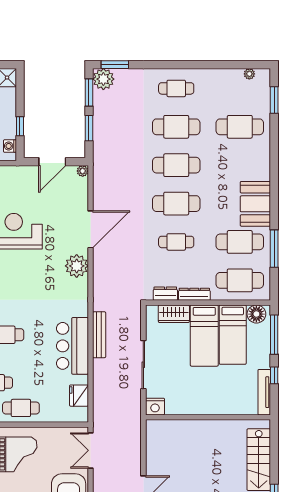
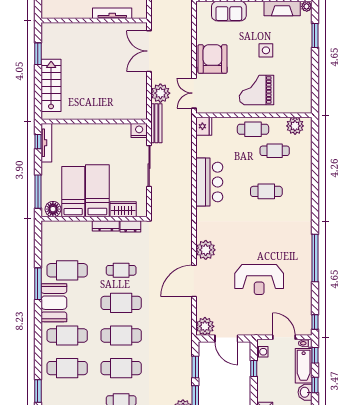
door: (52, 162) -> (226, 339), swing flipped
plant: (83, 171) -> (205, 326), width x1.88, depth x1.88
window: (274, 249) -> (38, 284), moved
cafe table: (240, 280) -> (67, 335), moved
bench: (99, 335) -> (156, 123), moved
window: (274, 375) -> (38, 142), moved
fridge: (79, 396) -> (204, 126), moved
double door: (90, 450) -> (194, 93), swing flipped
plant: (130, 451) -> (160, 93), added

